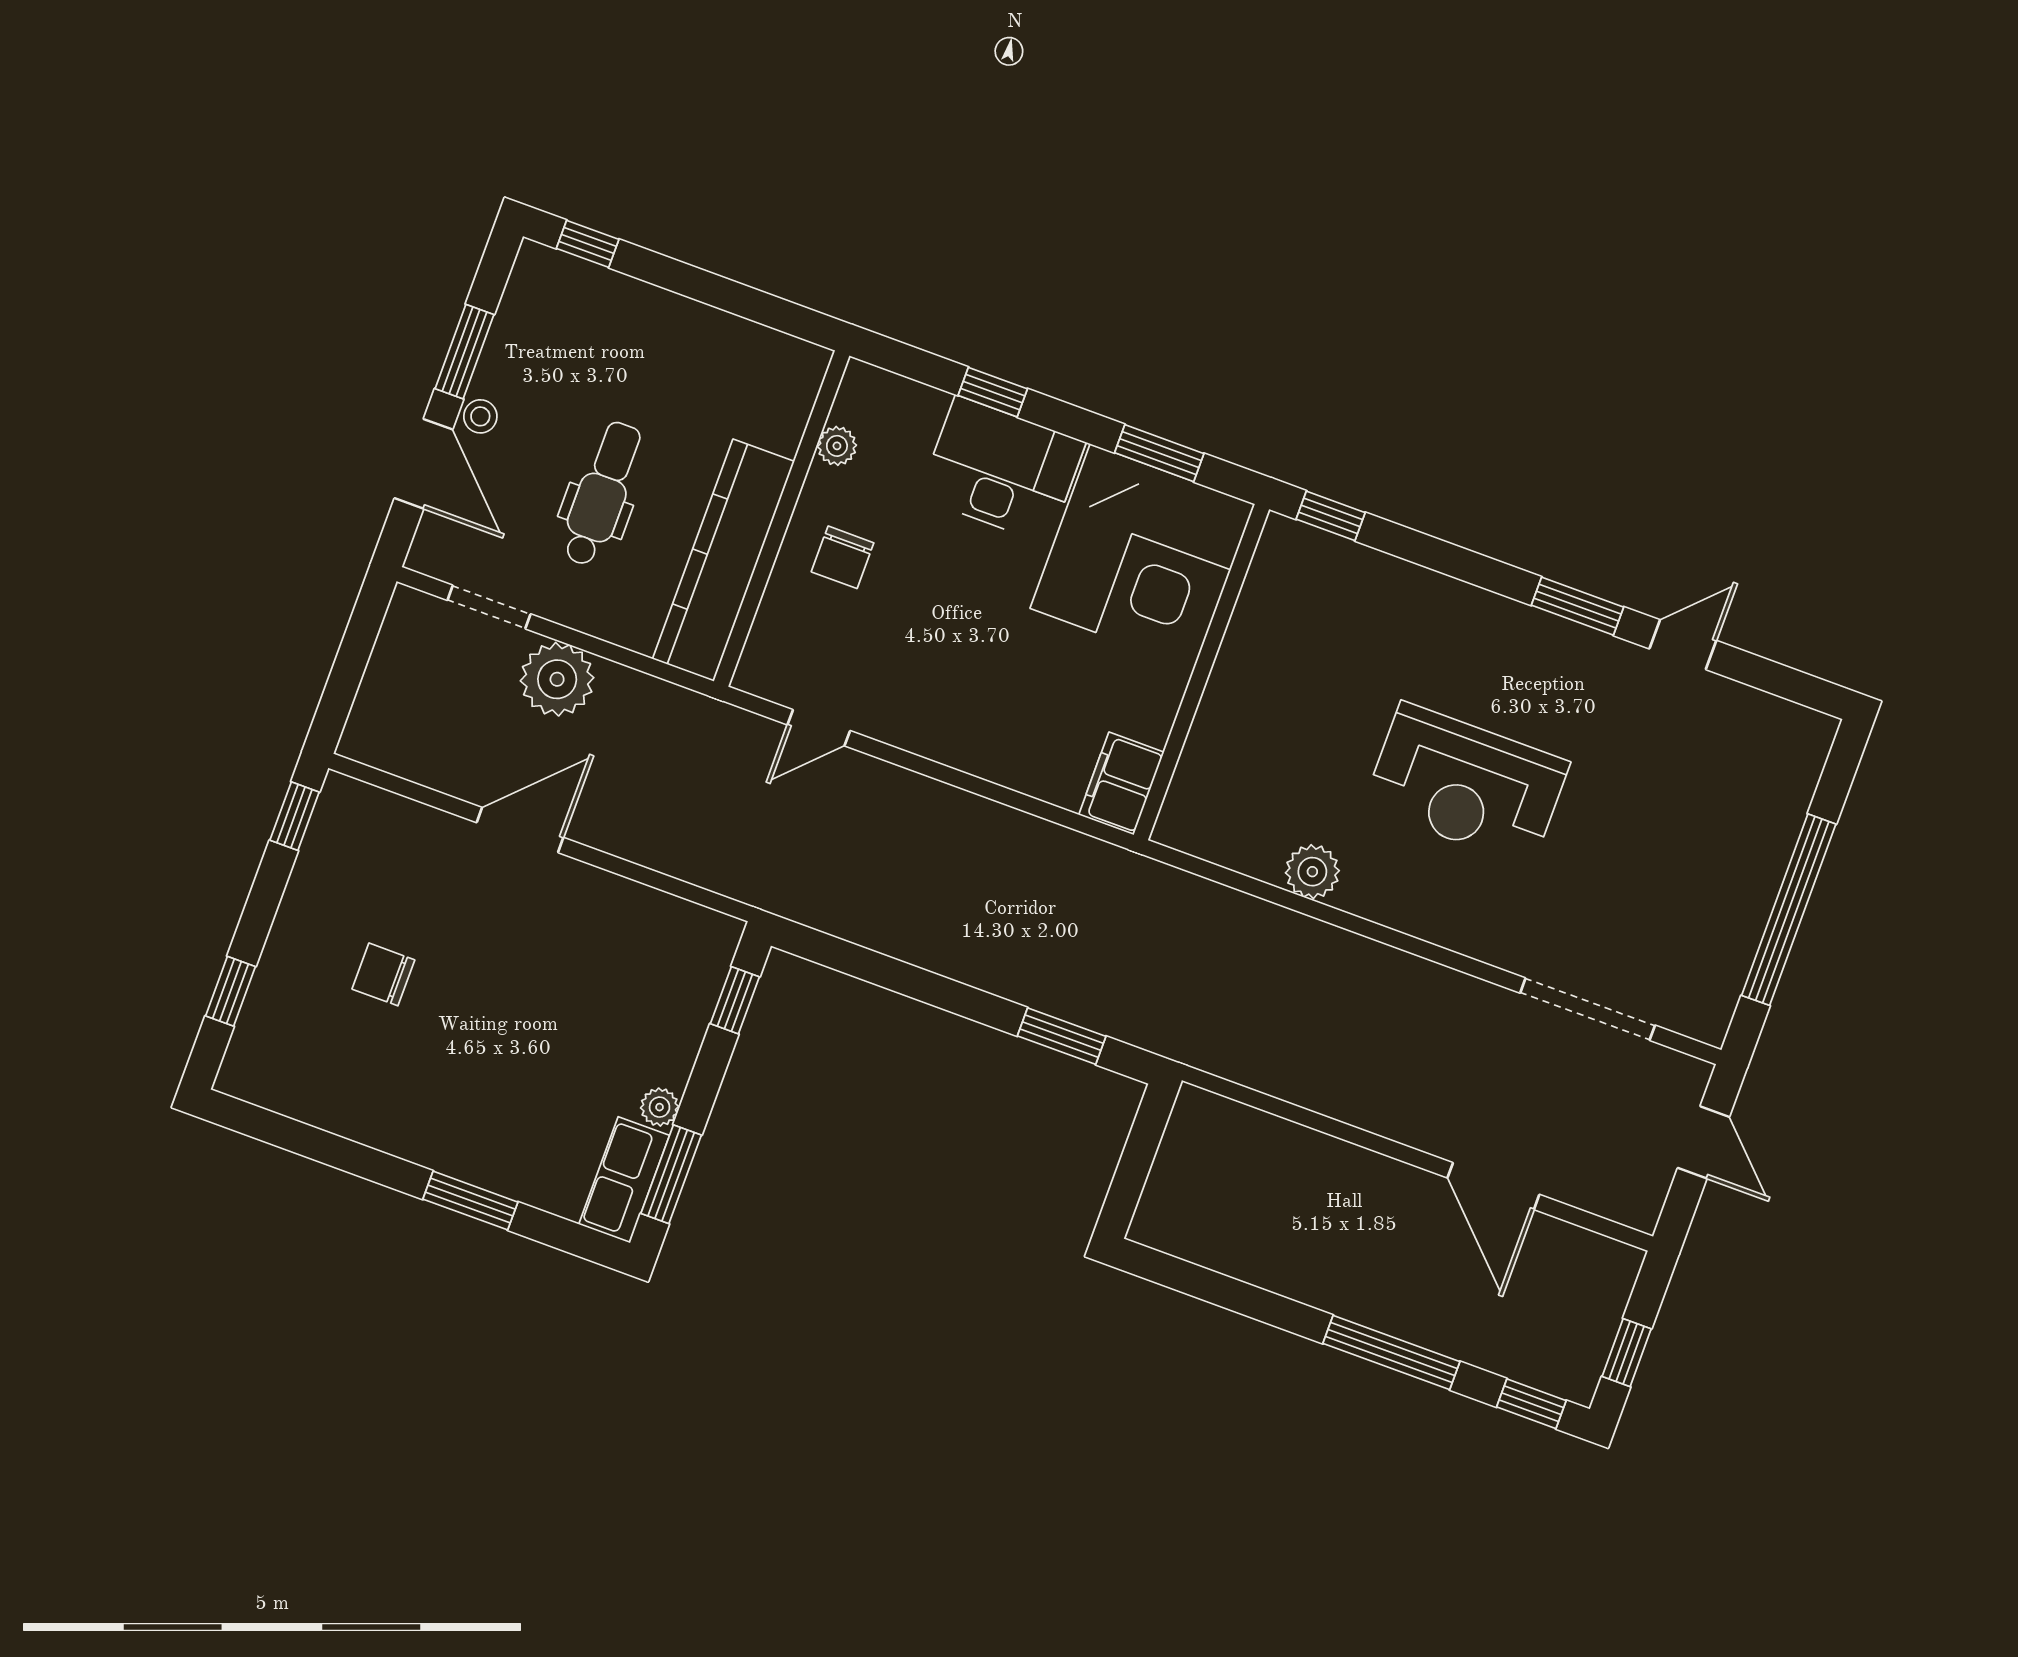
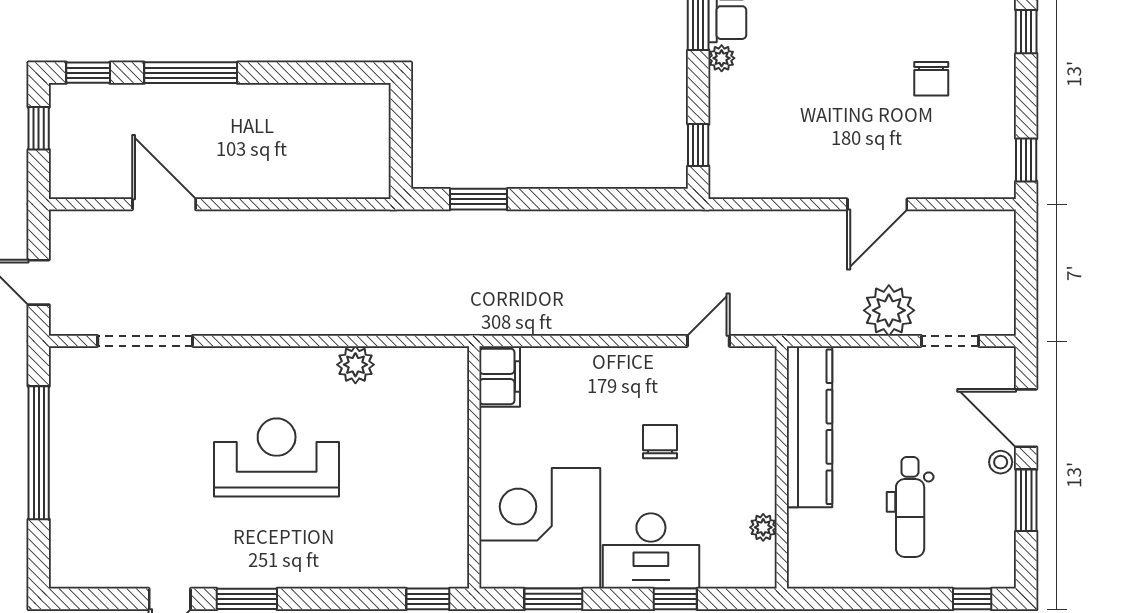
dental chair: (602, 494) -> (910, 507), moved
chair: (843, 557) -> (660, 442), moved
chair: (383, 974) -> (931, 79), turned 90

